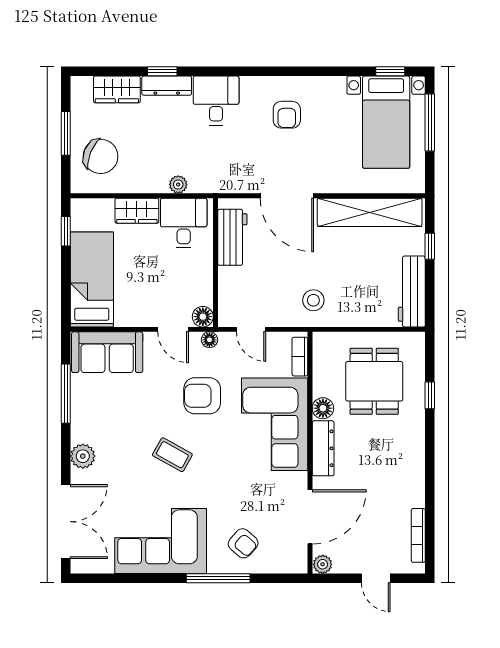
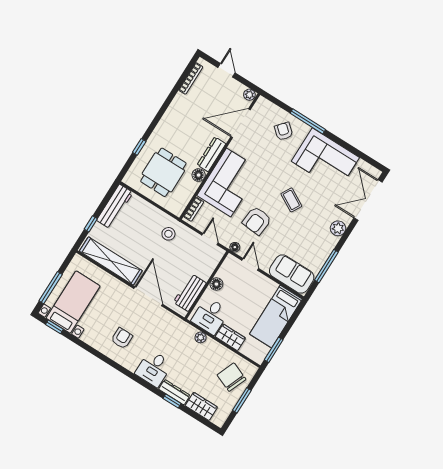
window: (66, 231) -> (274, 350), width x1.50
floor lamp: (203, 317) -> (216, 284), moved
armchair: (202, 396) -> (257, 221), turned 95

